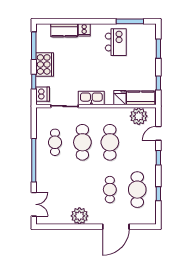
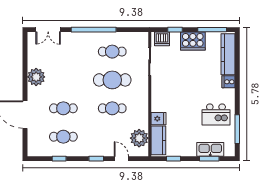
kitchen counter: (64, 30) -> (228, 54), width x1.50
kitchen sink: (91, 98) -> (210, 149), moved, turned -90
cafe table: (110, 142) -> (112, 108), width x0.73, depth x0.74
cafe table: (137, 190) -> (63, 137), width x0.73, depth x0.74

